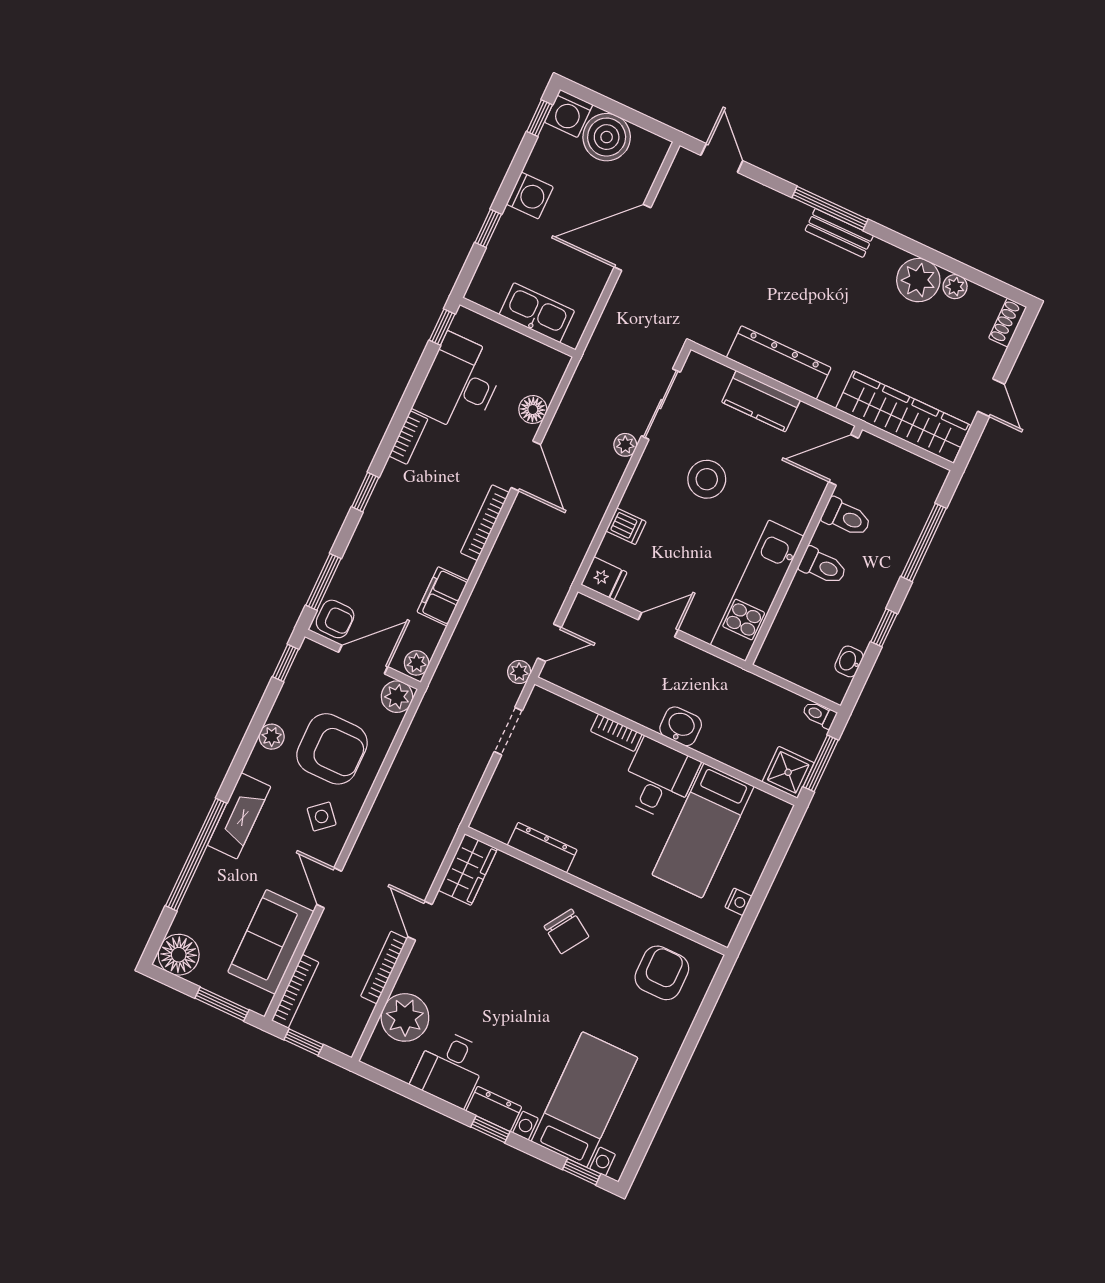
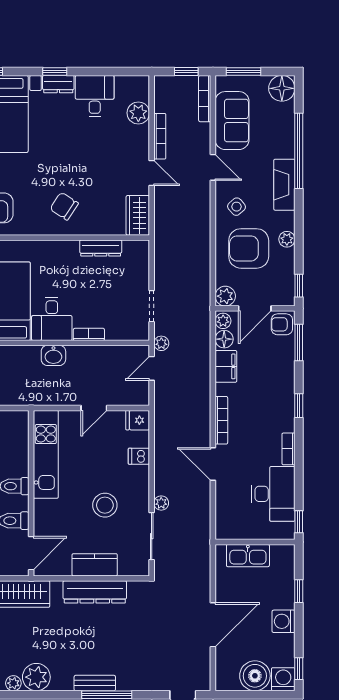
floor lamp: (533, 410) -> (224, 339), moved
plant: (405, 1017) -> (138, 113), width x0.73, depth x0.73

